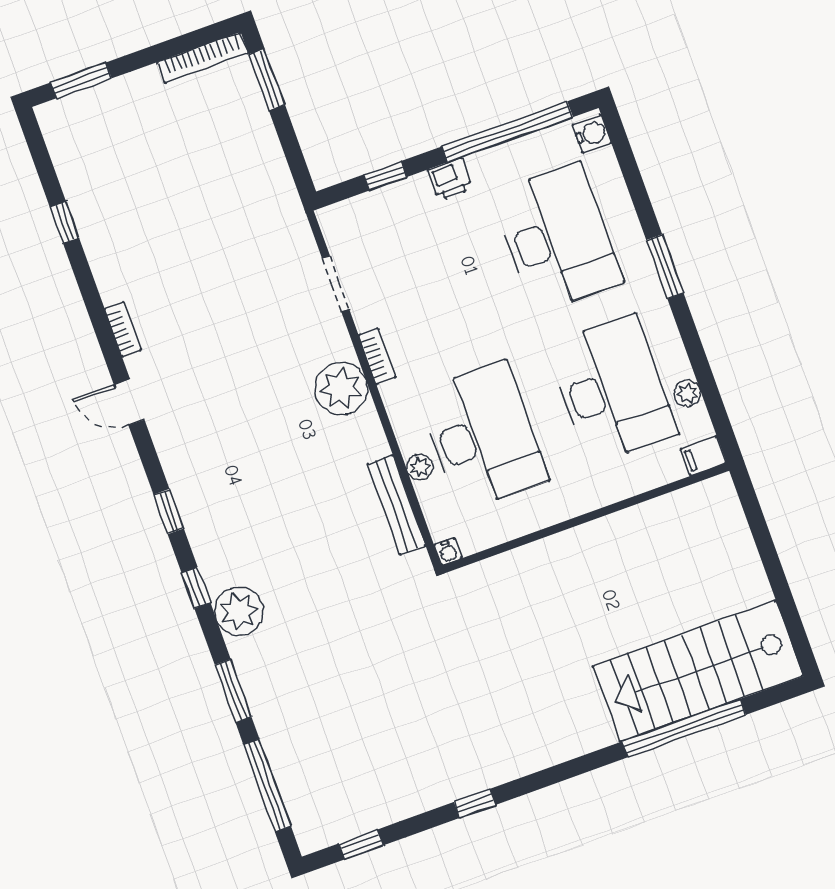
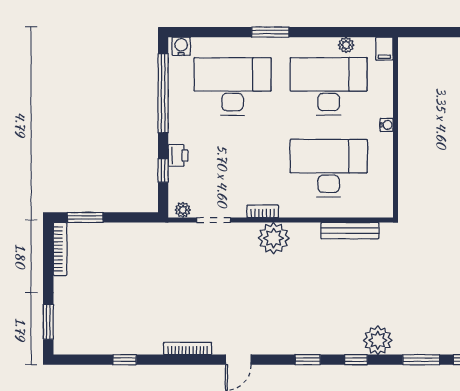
printer: (450, 179) -> (178, 155), moved
bookcase: (123, 329) -> (188, 349), width x1.56
plant: (420, 467) -> (183, 210), moved
water cooler: (448, 552) -> (387, 125), moved

